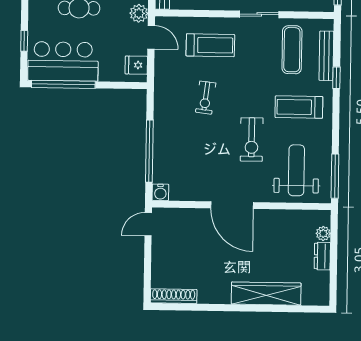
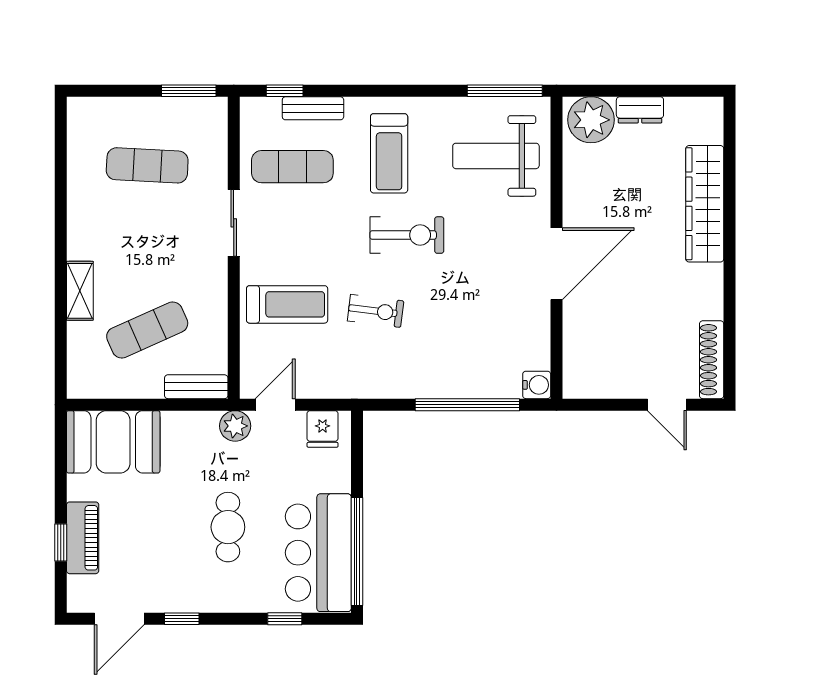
treadmill: (210, 45) -> (287, 304), turned 90
bench: (326, 56) -> (313, 108), width x0.73
window: (336, 78) -> (285, 91), moved
exercise bike: (252, 139) -> (407, 235), moved
door: (148, 224) -> (667, 405), moved
plant: (323, 233) -> (591, 120), width x1.87, depth x1.87

